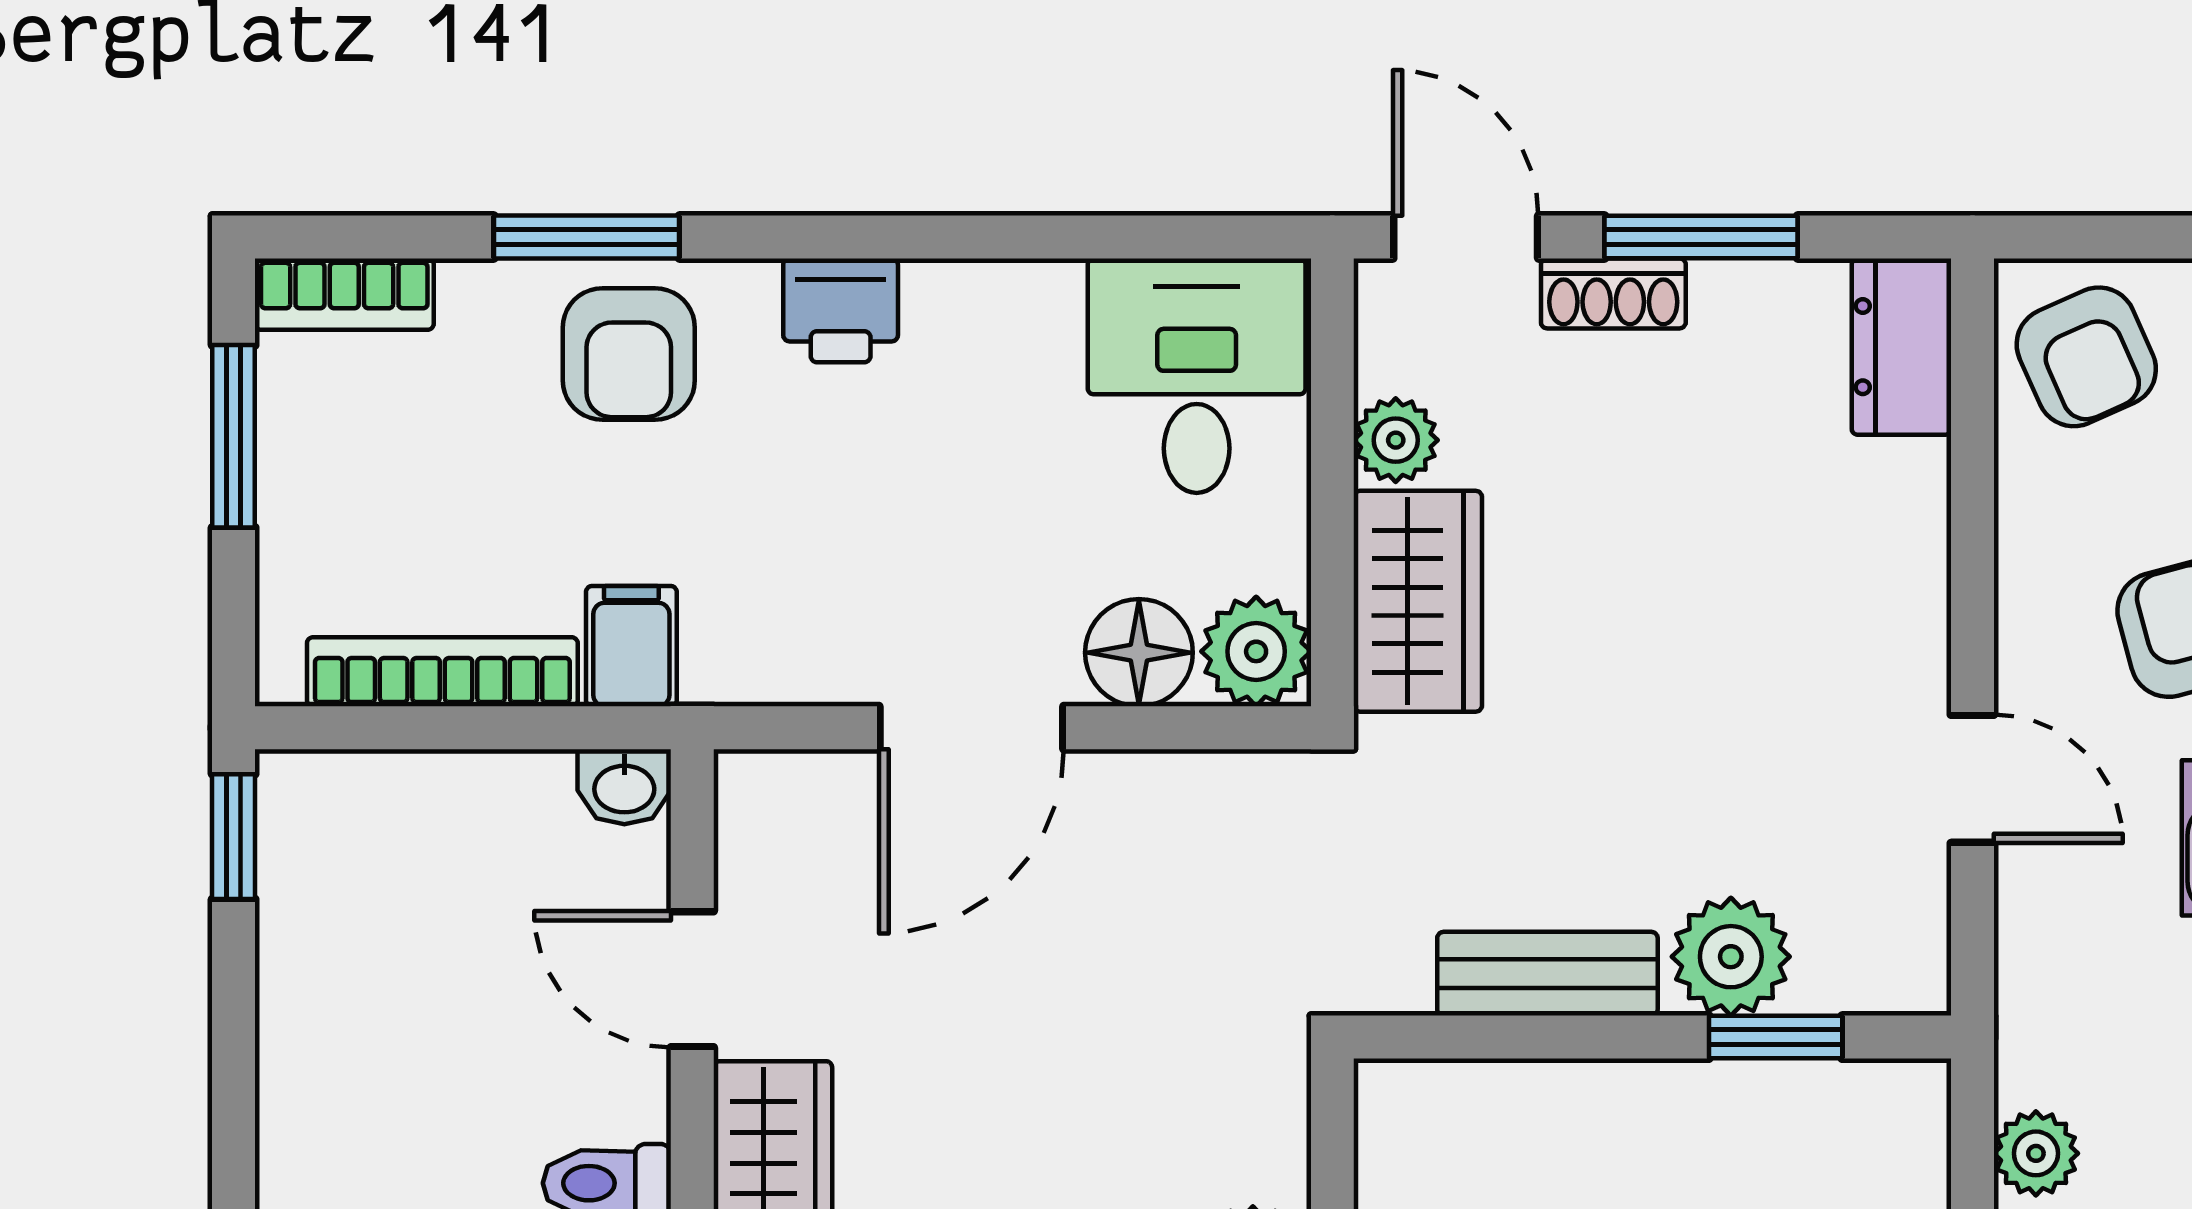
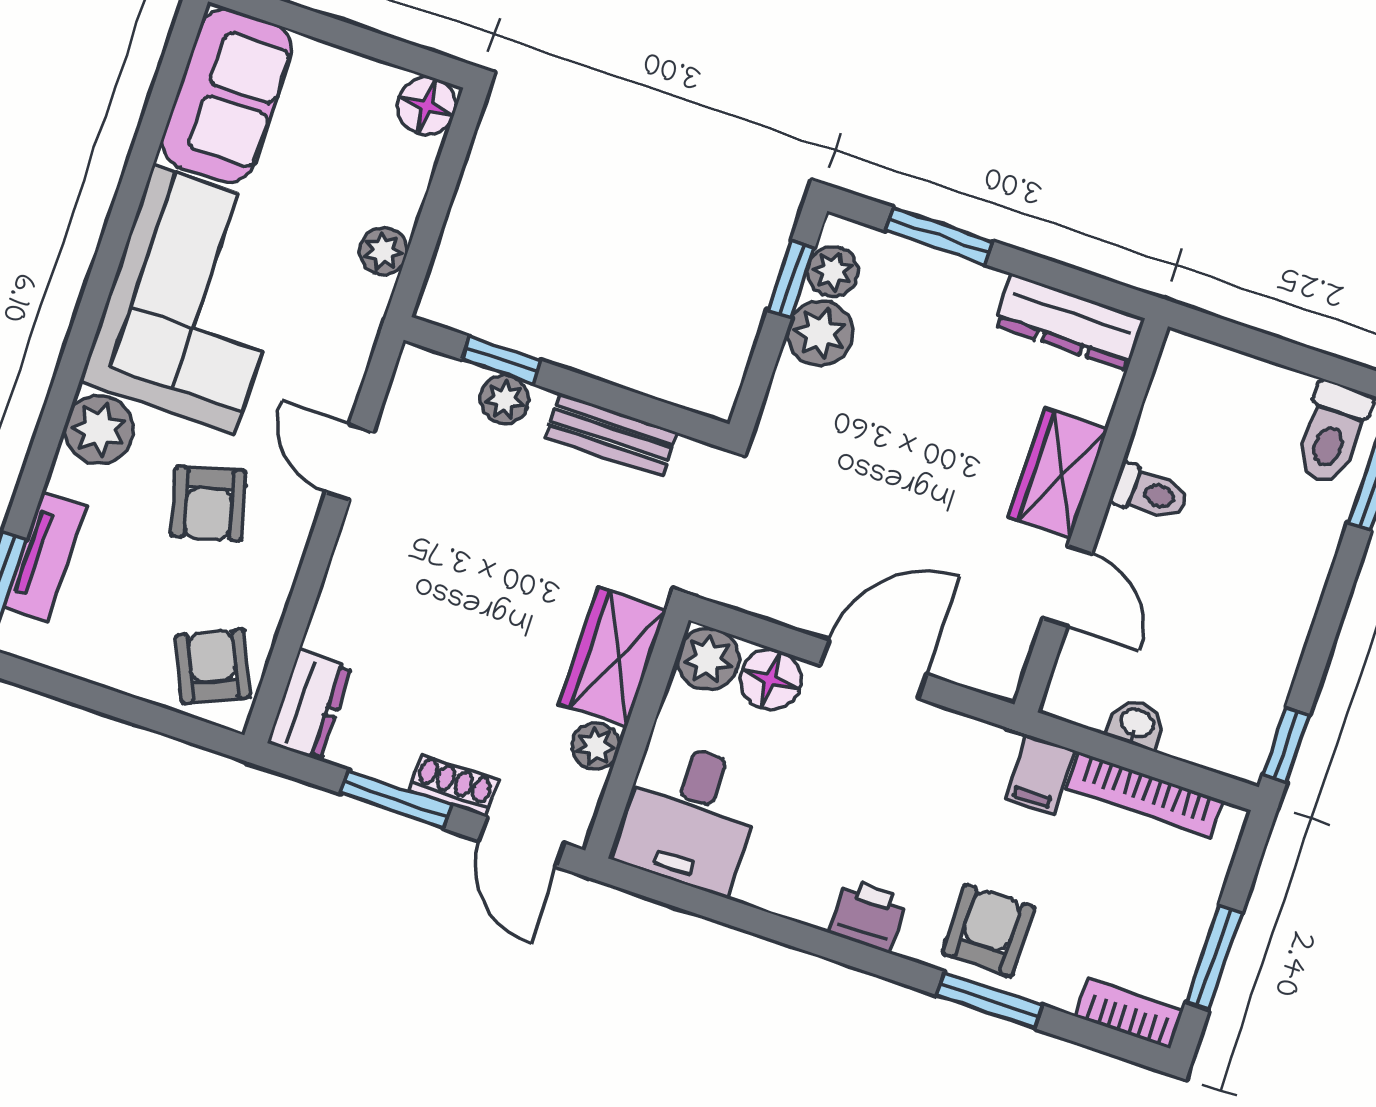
washbasin: (624, 787) -> (1137, 724), moved
plant: (1731, 957) -> (505, 399), width x0.73, depth x0.73

